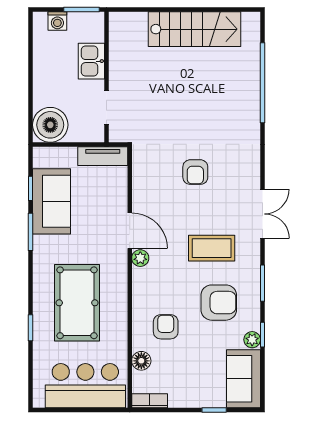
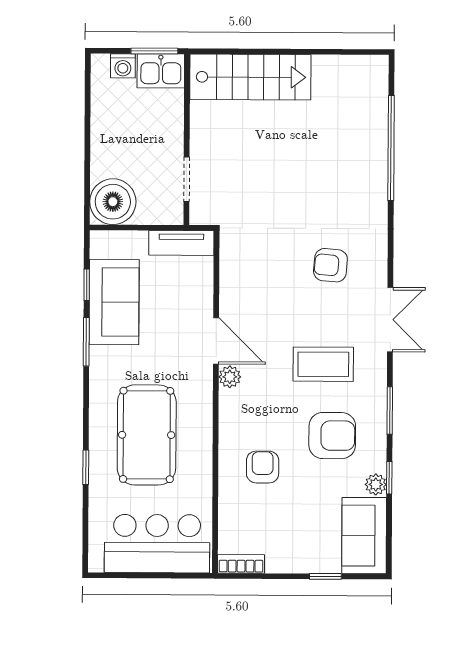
stairs: (195, 29) -> (250, 77), moved
kitchen sink: (91, 61) -> (161, 71), moved, turned -90
armchair: (195, 172) -> (330, 265), moved, turned 95
floor lamp: (141, 361) -> (230, 511), removed

